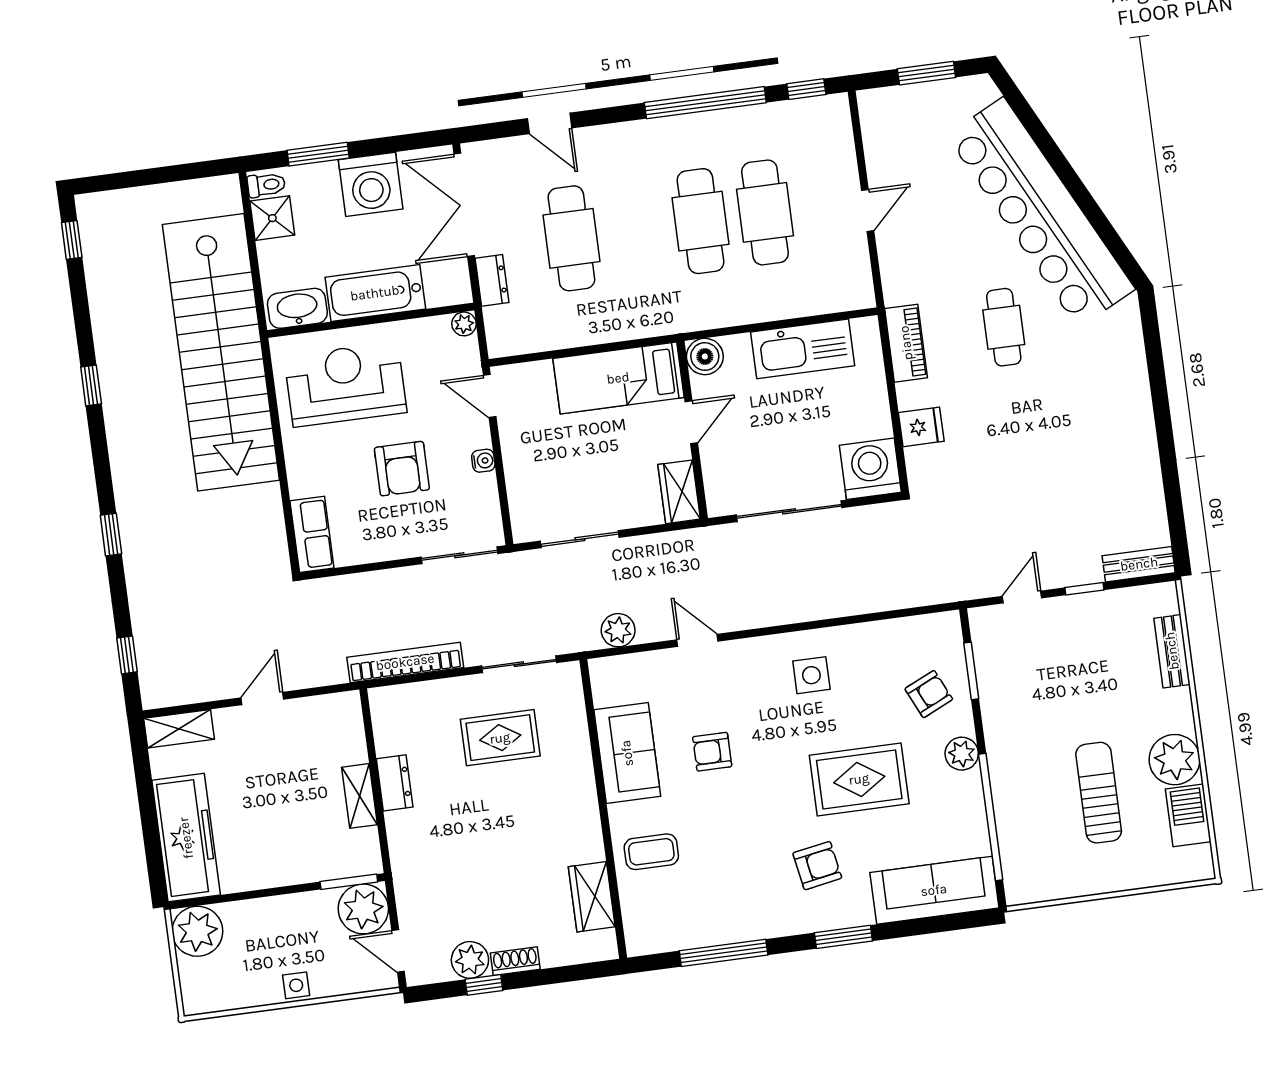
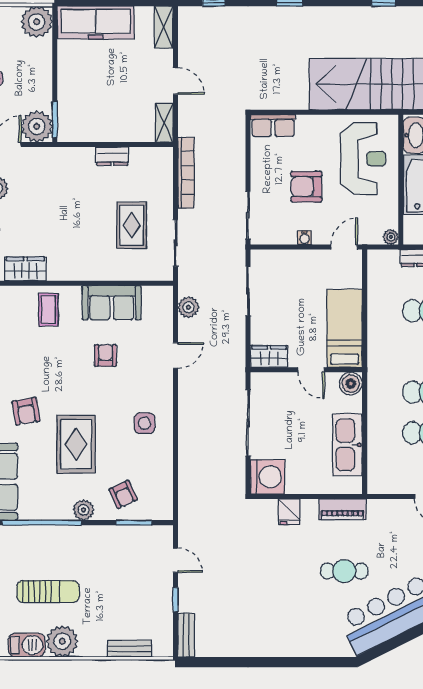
shelving: (359, 796) -> (164, 123), moved, turned 90

